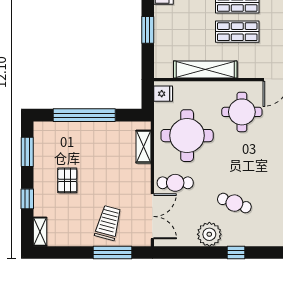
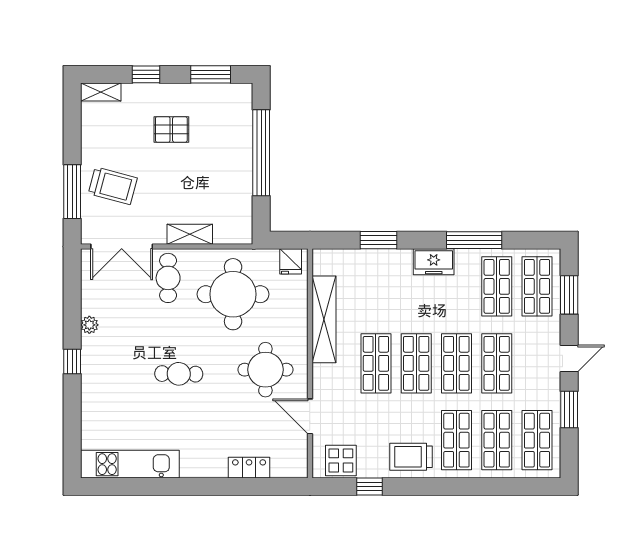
shelving: (143, 147) -> (190, 234), moved
cafe table: (234, 203) -> (179, 374), moved, turned 71
plant: (209, 234) -> (89, 325), width x0.53, depth x0.53

